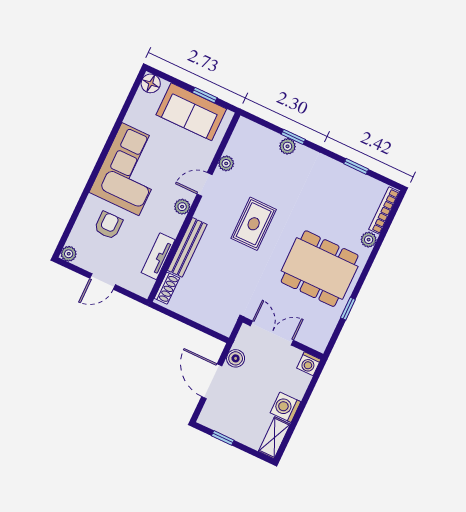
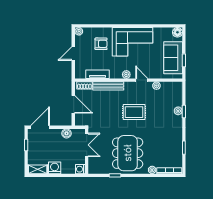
door: (103, 282) -> (73, 54), hinge flipped
door: (191, 323) -> (73, 104), added
door: (212, 381) -> (40, 127), moved

